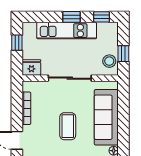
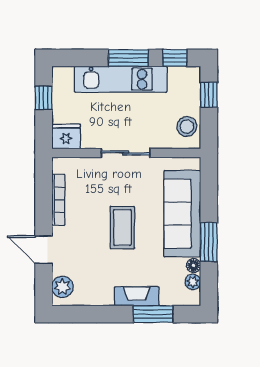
window: (72, 17) -> (128, 58), width x1.50
window: (123, 54) -> (209, 95), moved
sliding door: (70, 78) -> (126, 153), width x0.73
window: (123, 136) -> (209, 242), added

